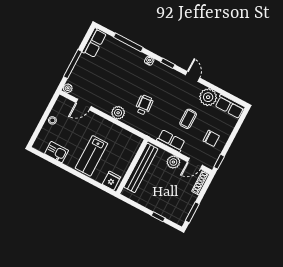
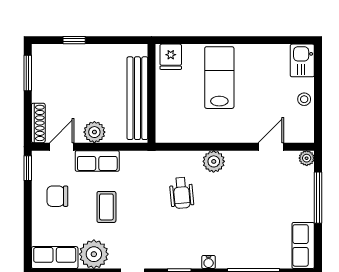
row of seats: (171, 141) -> (97, 161), moved
kitchen sink: (57, 152) -> (302, 60), moved, turned 90

